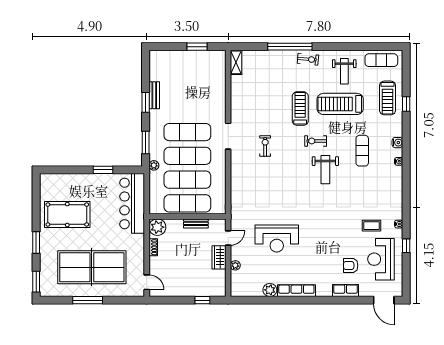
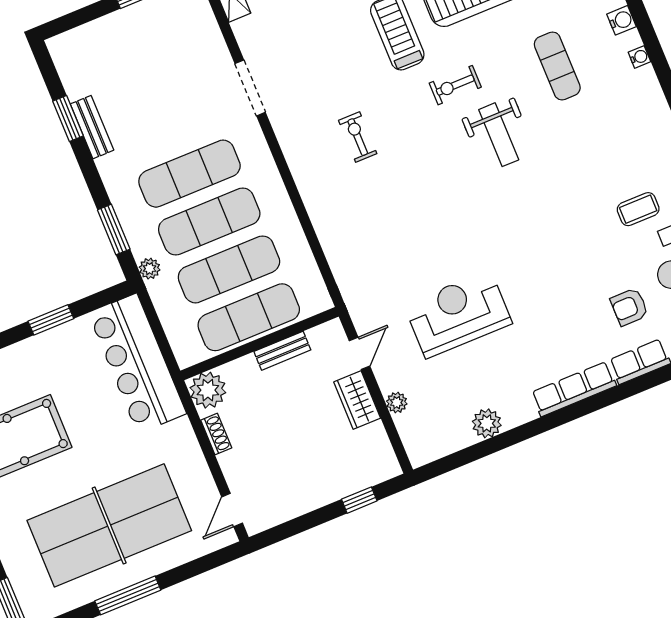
window: (146, 102) -> (68, 118), moved
doorway: (228, 136) -> (250, 88), moved
reception desk: (277, 239) -> (458, 314), turned 180
door: (147, 282) -> (232, 510), swing flipped
row of seats: (296, 291) -> (574, 389), moved

